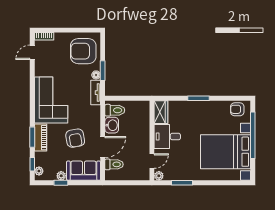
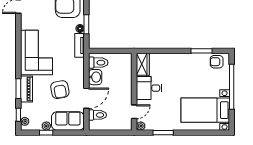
window: (198, 98) -> (202, 51), moved
bed with nightstands: (226, 152) -> (205, 110), width x0.73

